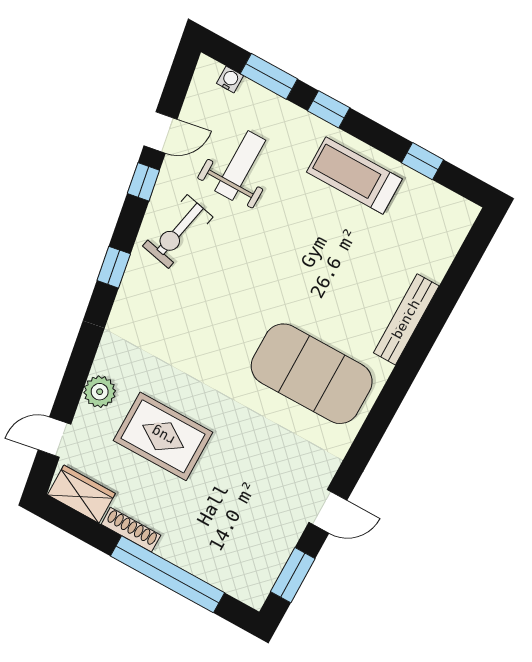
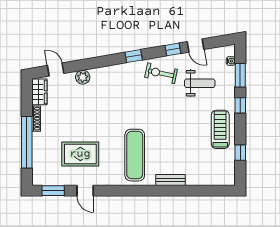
bench: (406, 319) -> (171, 180), width x0.73
exercise mat: (312, 374) -> (135, 155), width x0.68
rug: (163, 436) -> (80, 154), moved, turned 90

